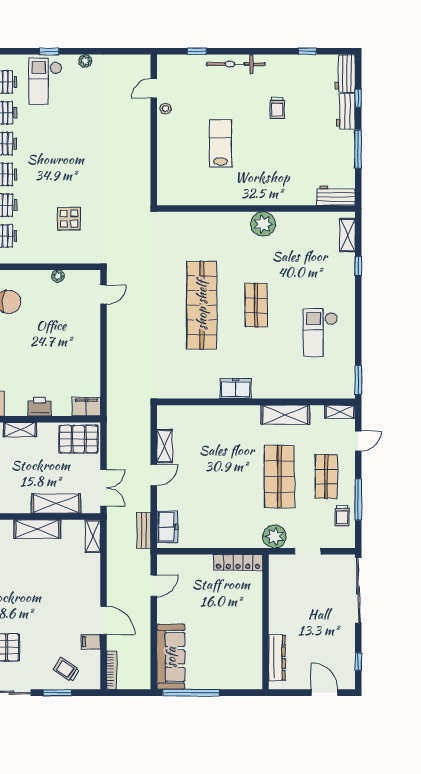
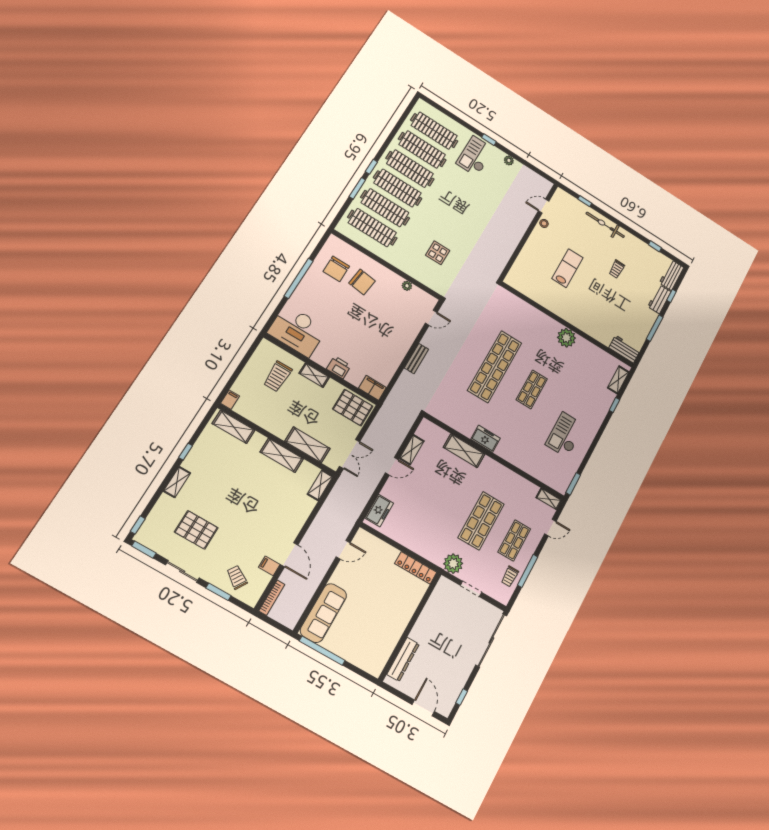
shelving: (285, 415) -> (464, 451), moved
bench: (144, 530) -> (416, 359), moved

